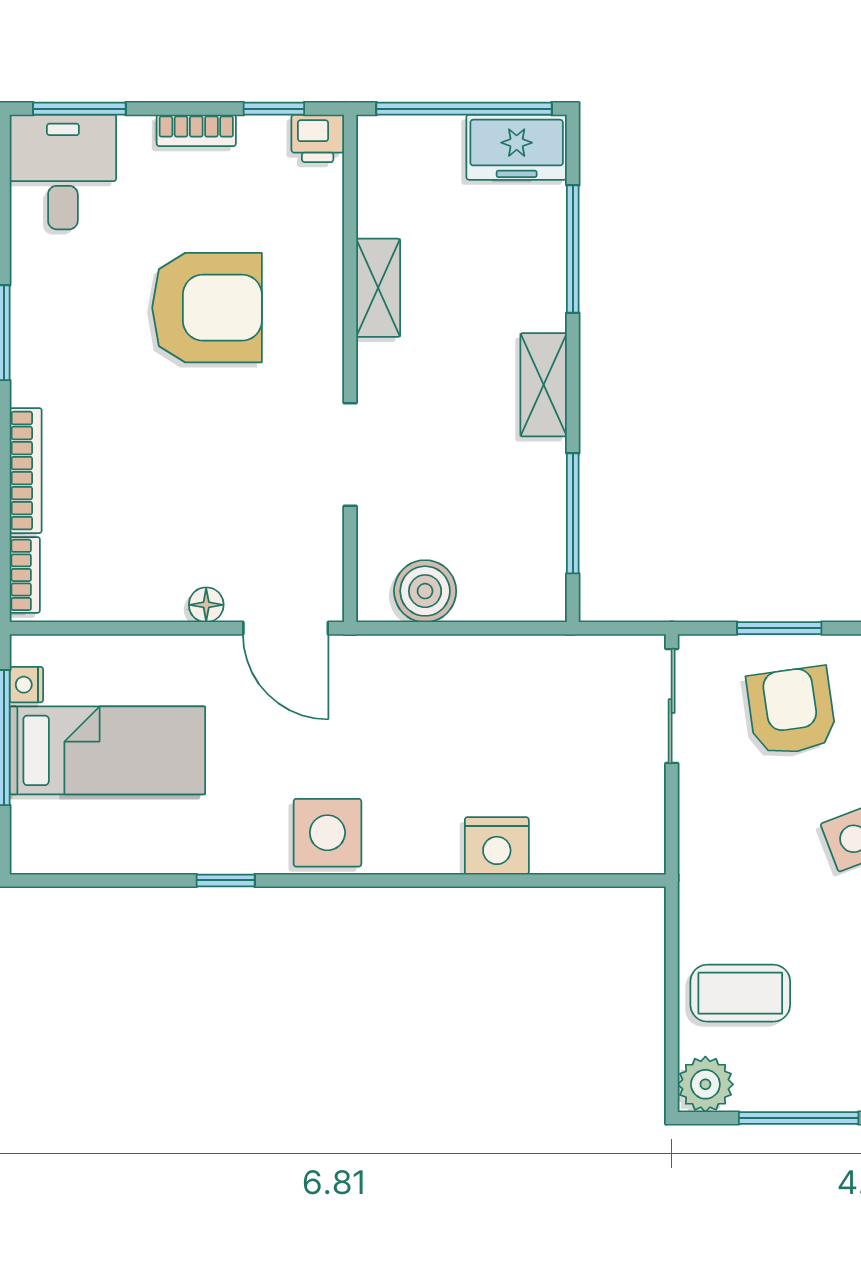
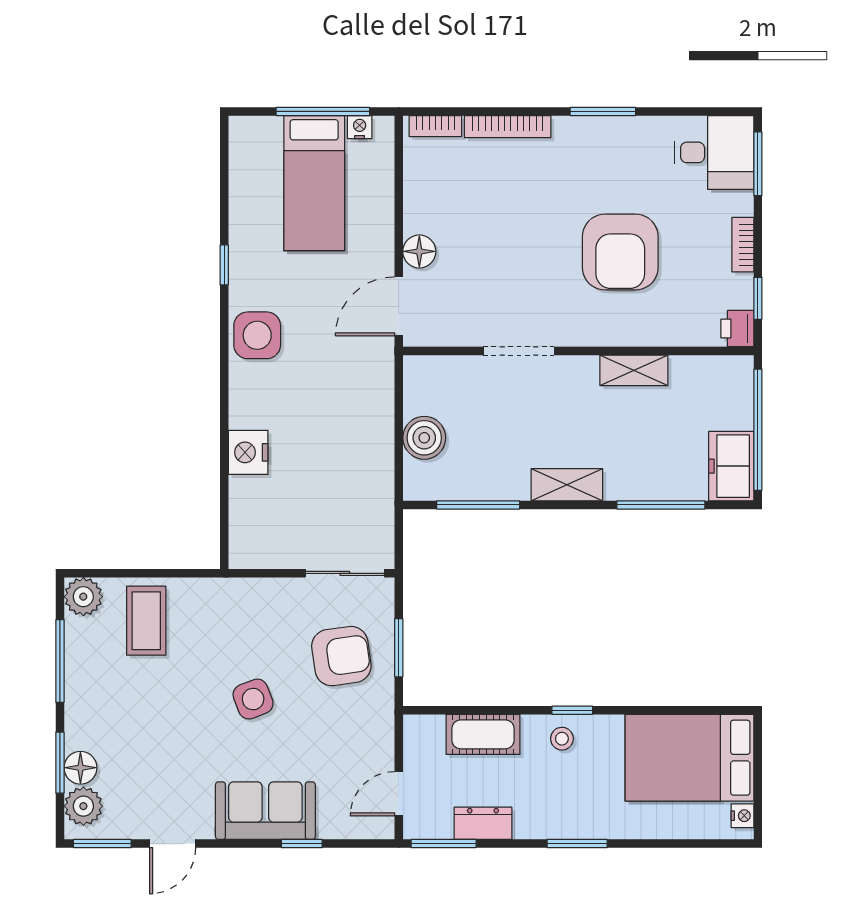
boiler: (425, 591) -> (424, 438), moved
floor lamp: (206, 605) -> (419, 251), width x1.37, depth x1.37

